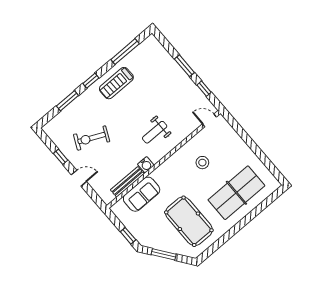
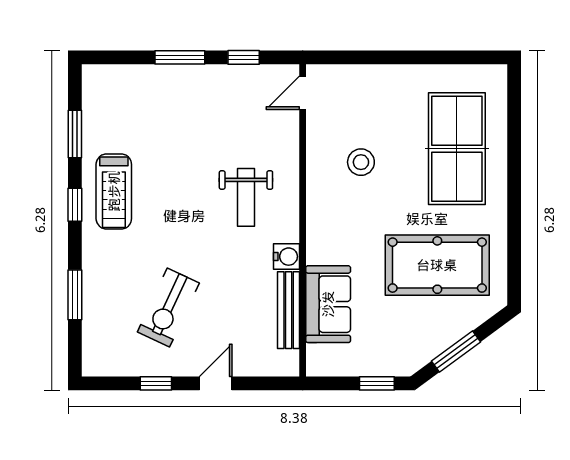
window: (125, 52) -> (75, 134), width x0.69
window: (91, 81) -> (75, 205), moved

